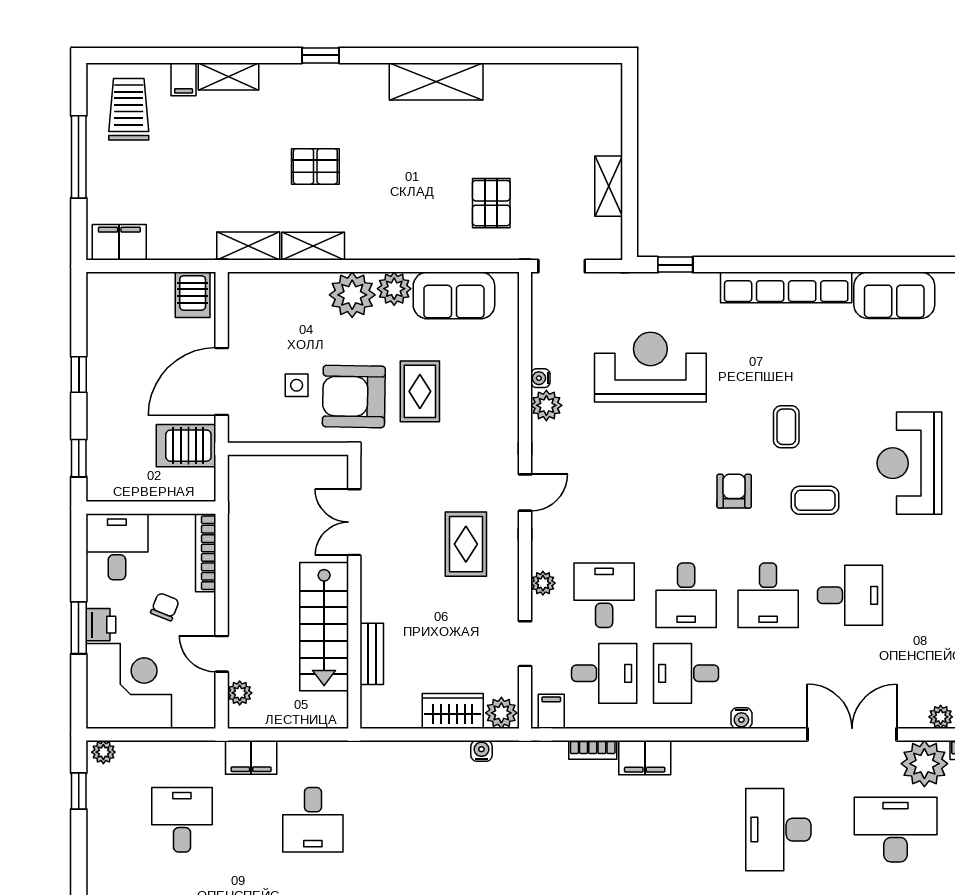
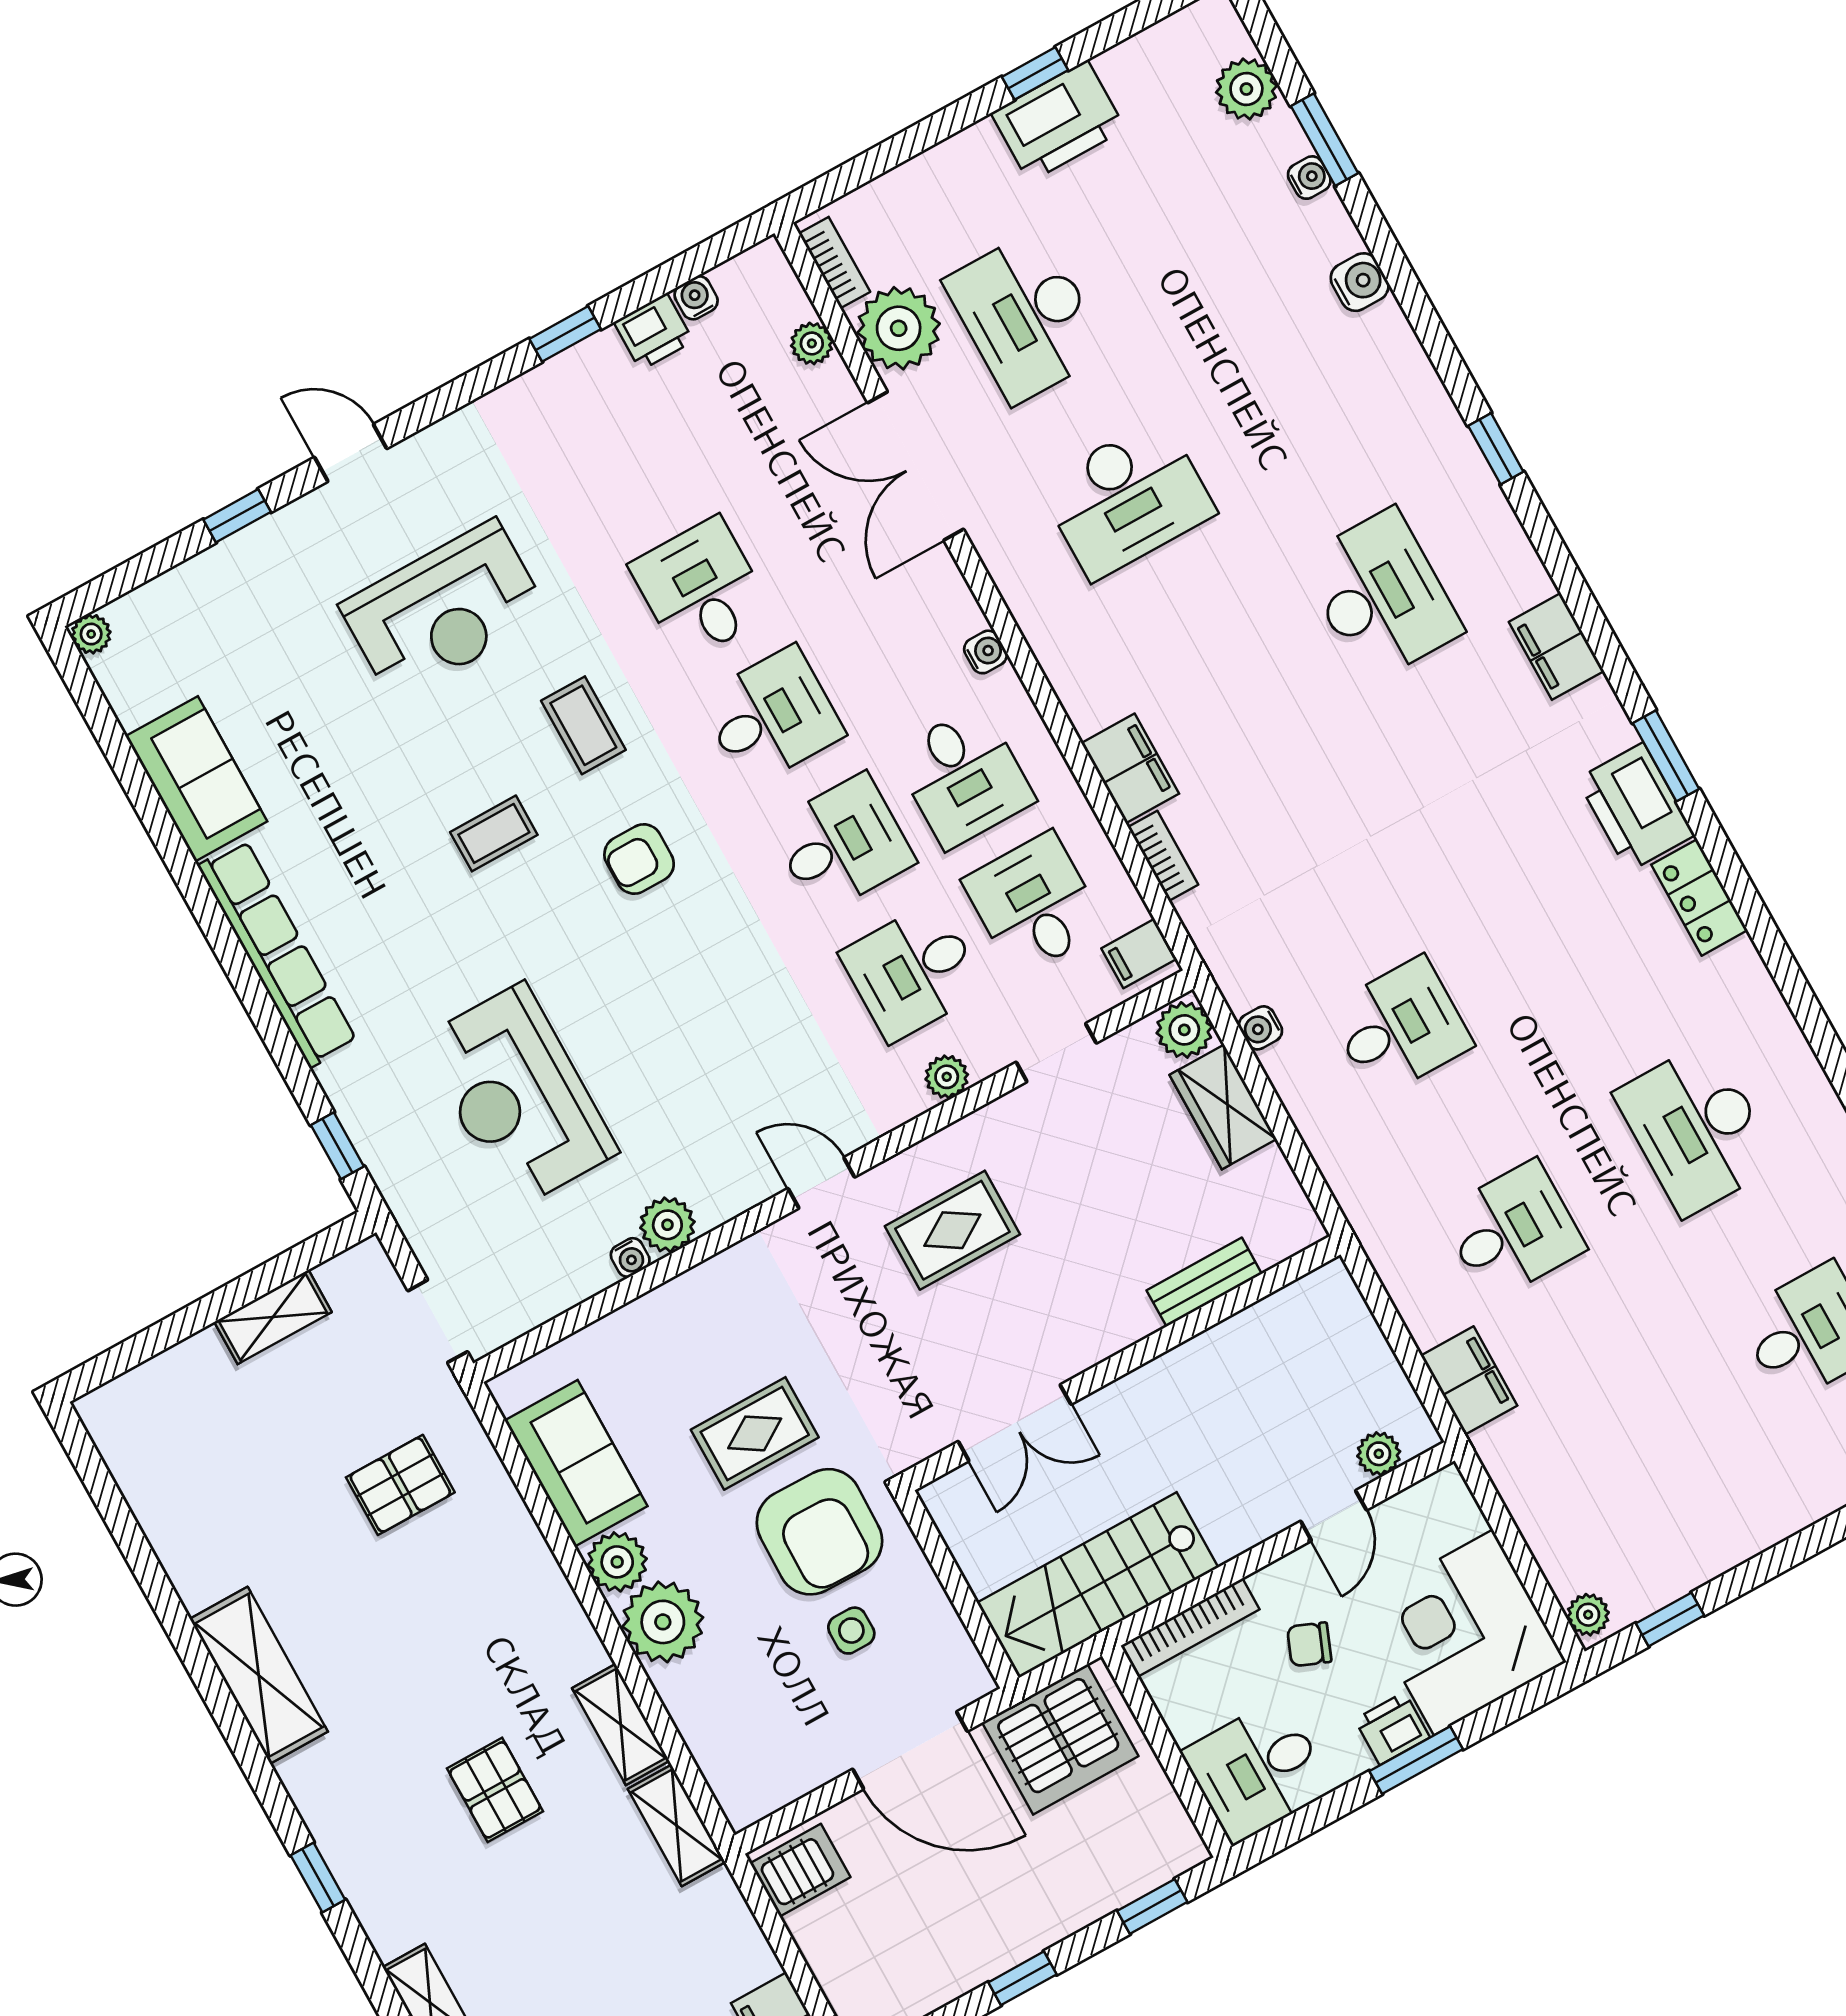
server rack: (186, 446) -> (1060, 1739), width x1.60
stairs: (324, 627) -> (1098, 1585), moved, turned 180
desk: (182, 820) -> (1400, 1027), moved, turned 180

